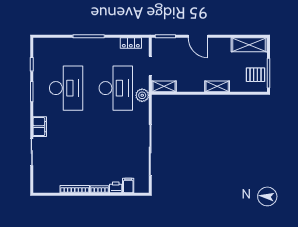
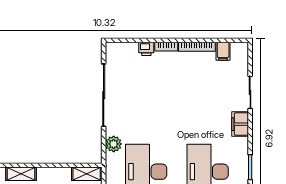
plant: (142, 95) -> (114, 144), moved
filing cabinet: (128, 185) -> (223, 51), moved

